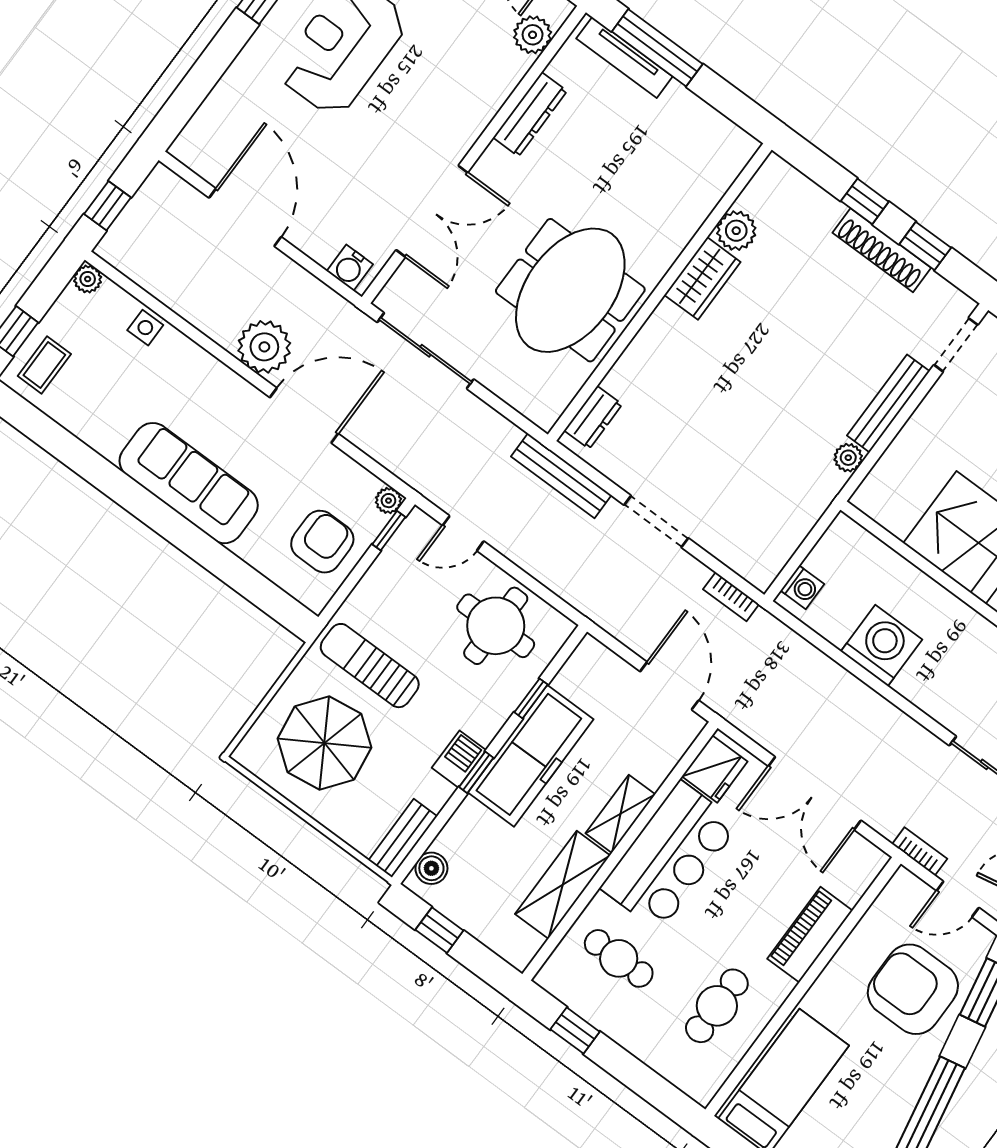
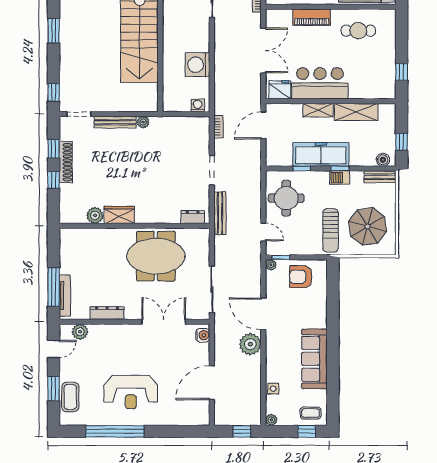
sofa: (189, 483) -> (314, 359), moved
cafe table: (619, 958) -> (367, 75), removed

